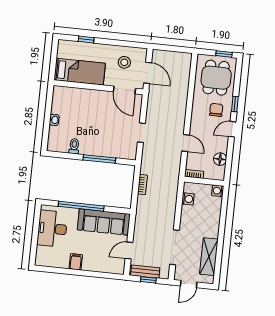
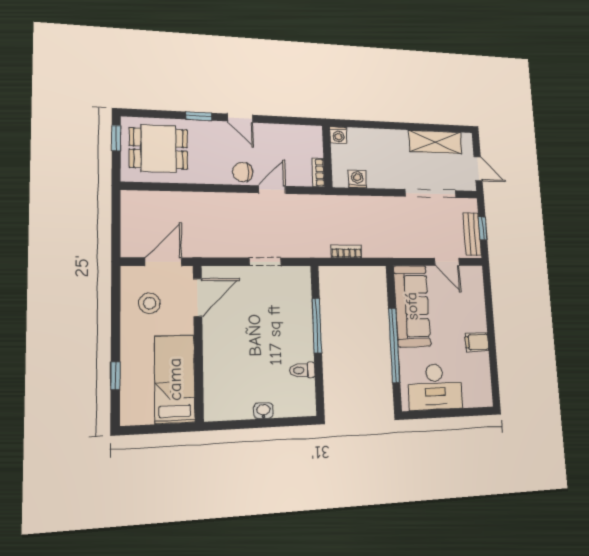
chair: (216, 110) -> (243, 172), moved
floor lamp: (220, 159) -> (290, 134), removed

